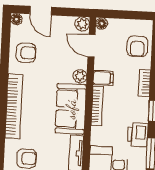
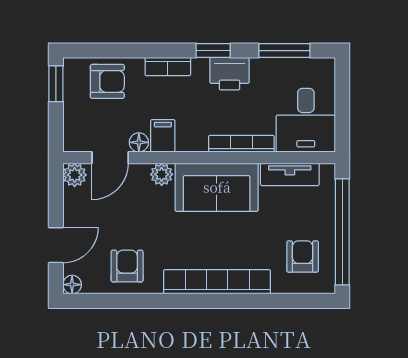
window: (138, 15) -> (56, 84), added
floor lamp: (102, 24) -> (139, 142), moved
bookcase: (97, 106) -> (241, 144), moved
printer: (138, 135) -> (230, 74), moved

